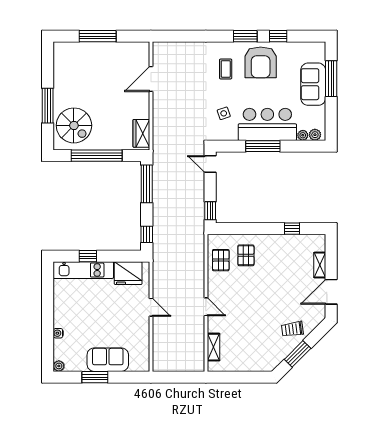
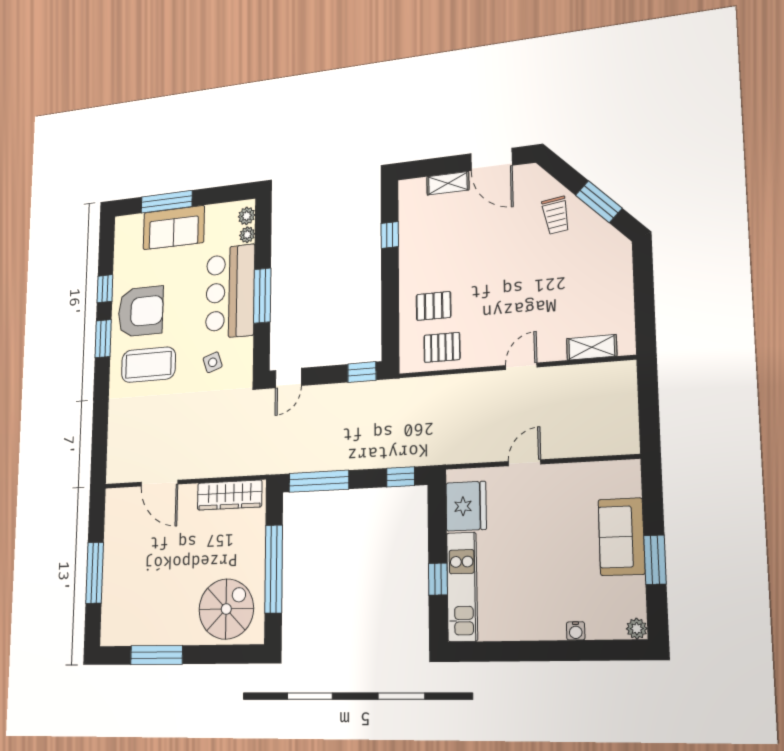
coffee table: (226, 69) -> (148, 365), width x1.86, depth x1.72
window: (48, 106) -> (157, 655), moved
wardrobe: (141, 133) -> (229, 495), width x1.50

